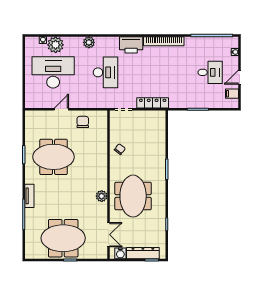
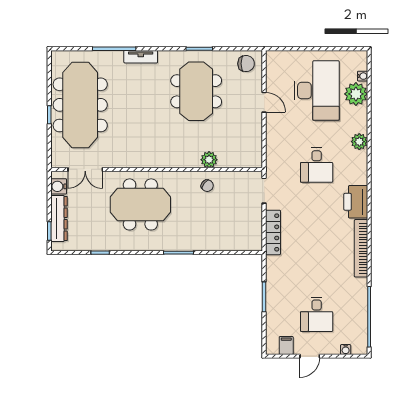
desk: (105, 72) -> (317, 165), width x0.73
door: (239, 77) -> (310, 356), swing flipped
chair: (83, 122) -> (246, 64), moved
plant: (102, 196) -> (209, 160), moved
meeting table: (63, 238) -> (80, 105), width x1.36

